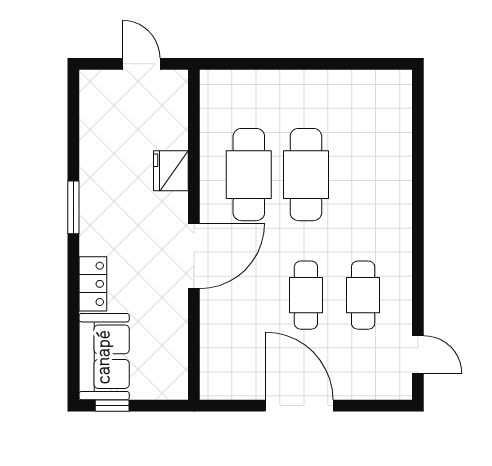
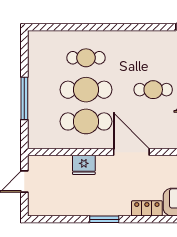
window: (290, 64) -> (24, 98), added
cafe table: (363, 295) -> (86, 58), moved

